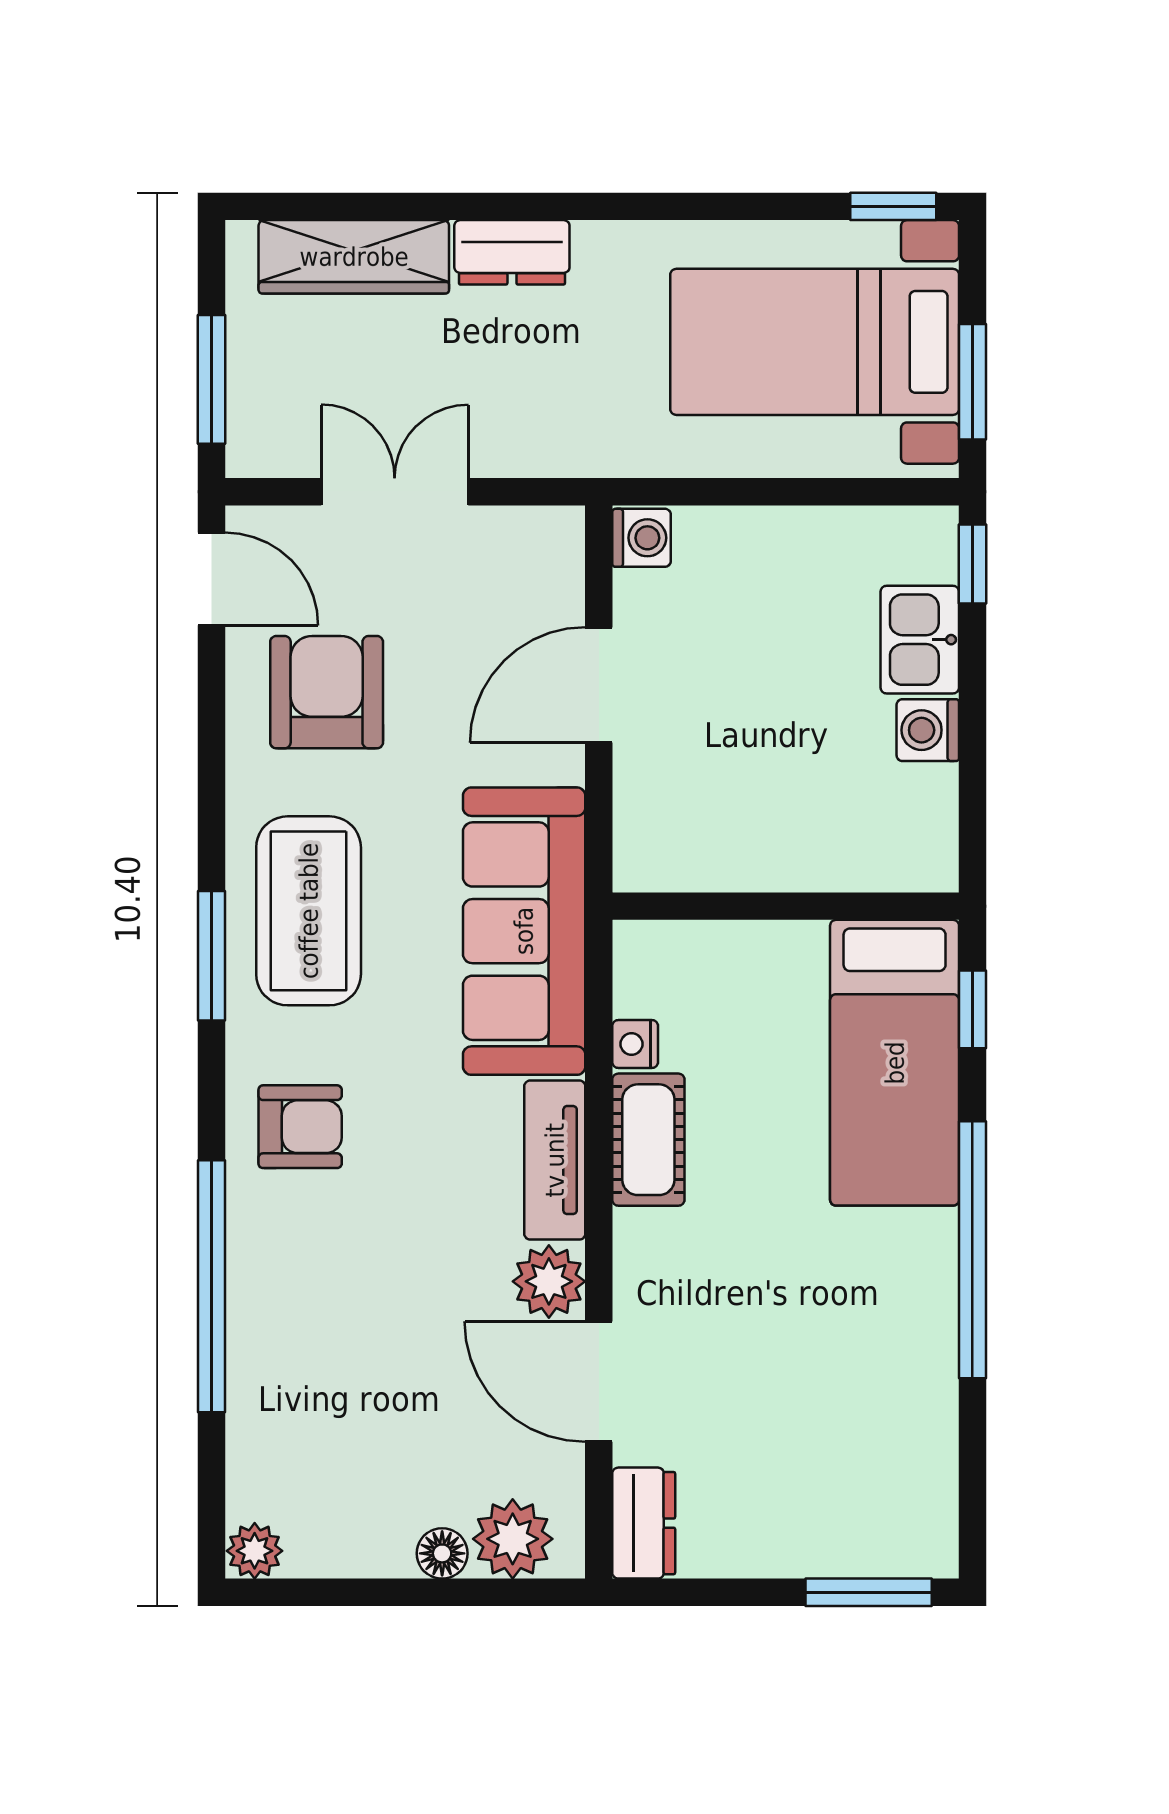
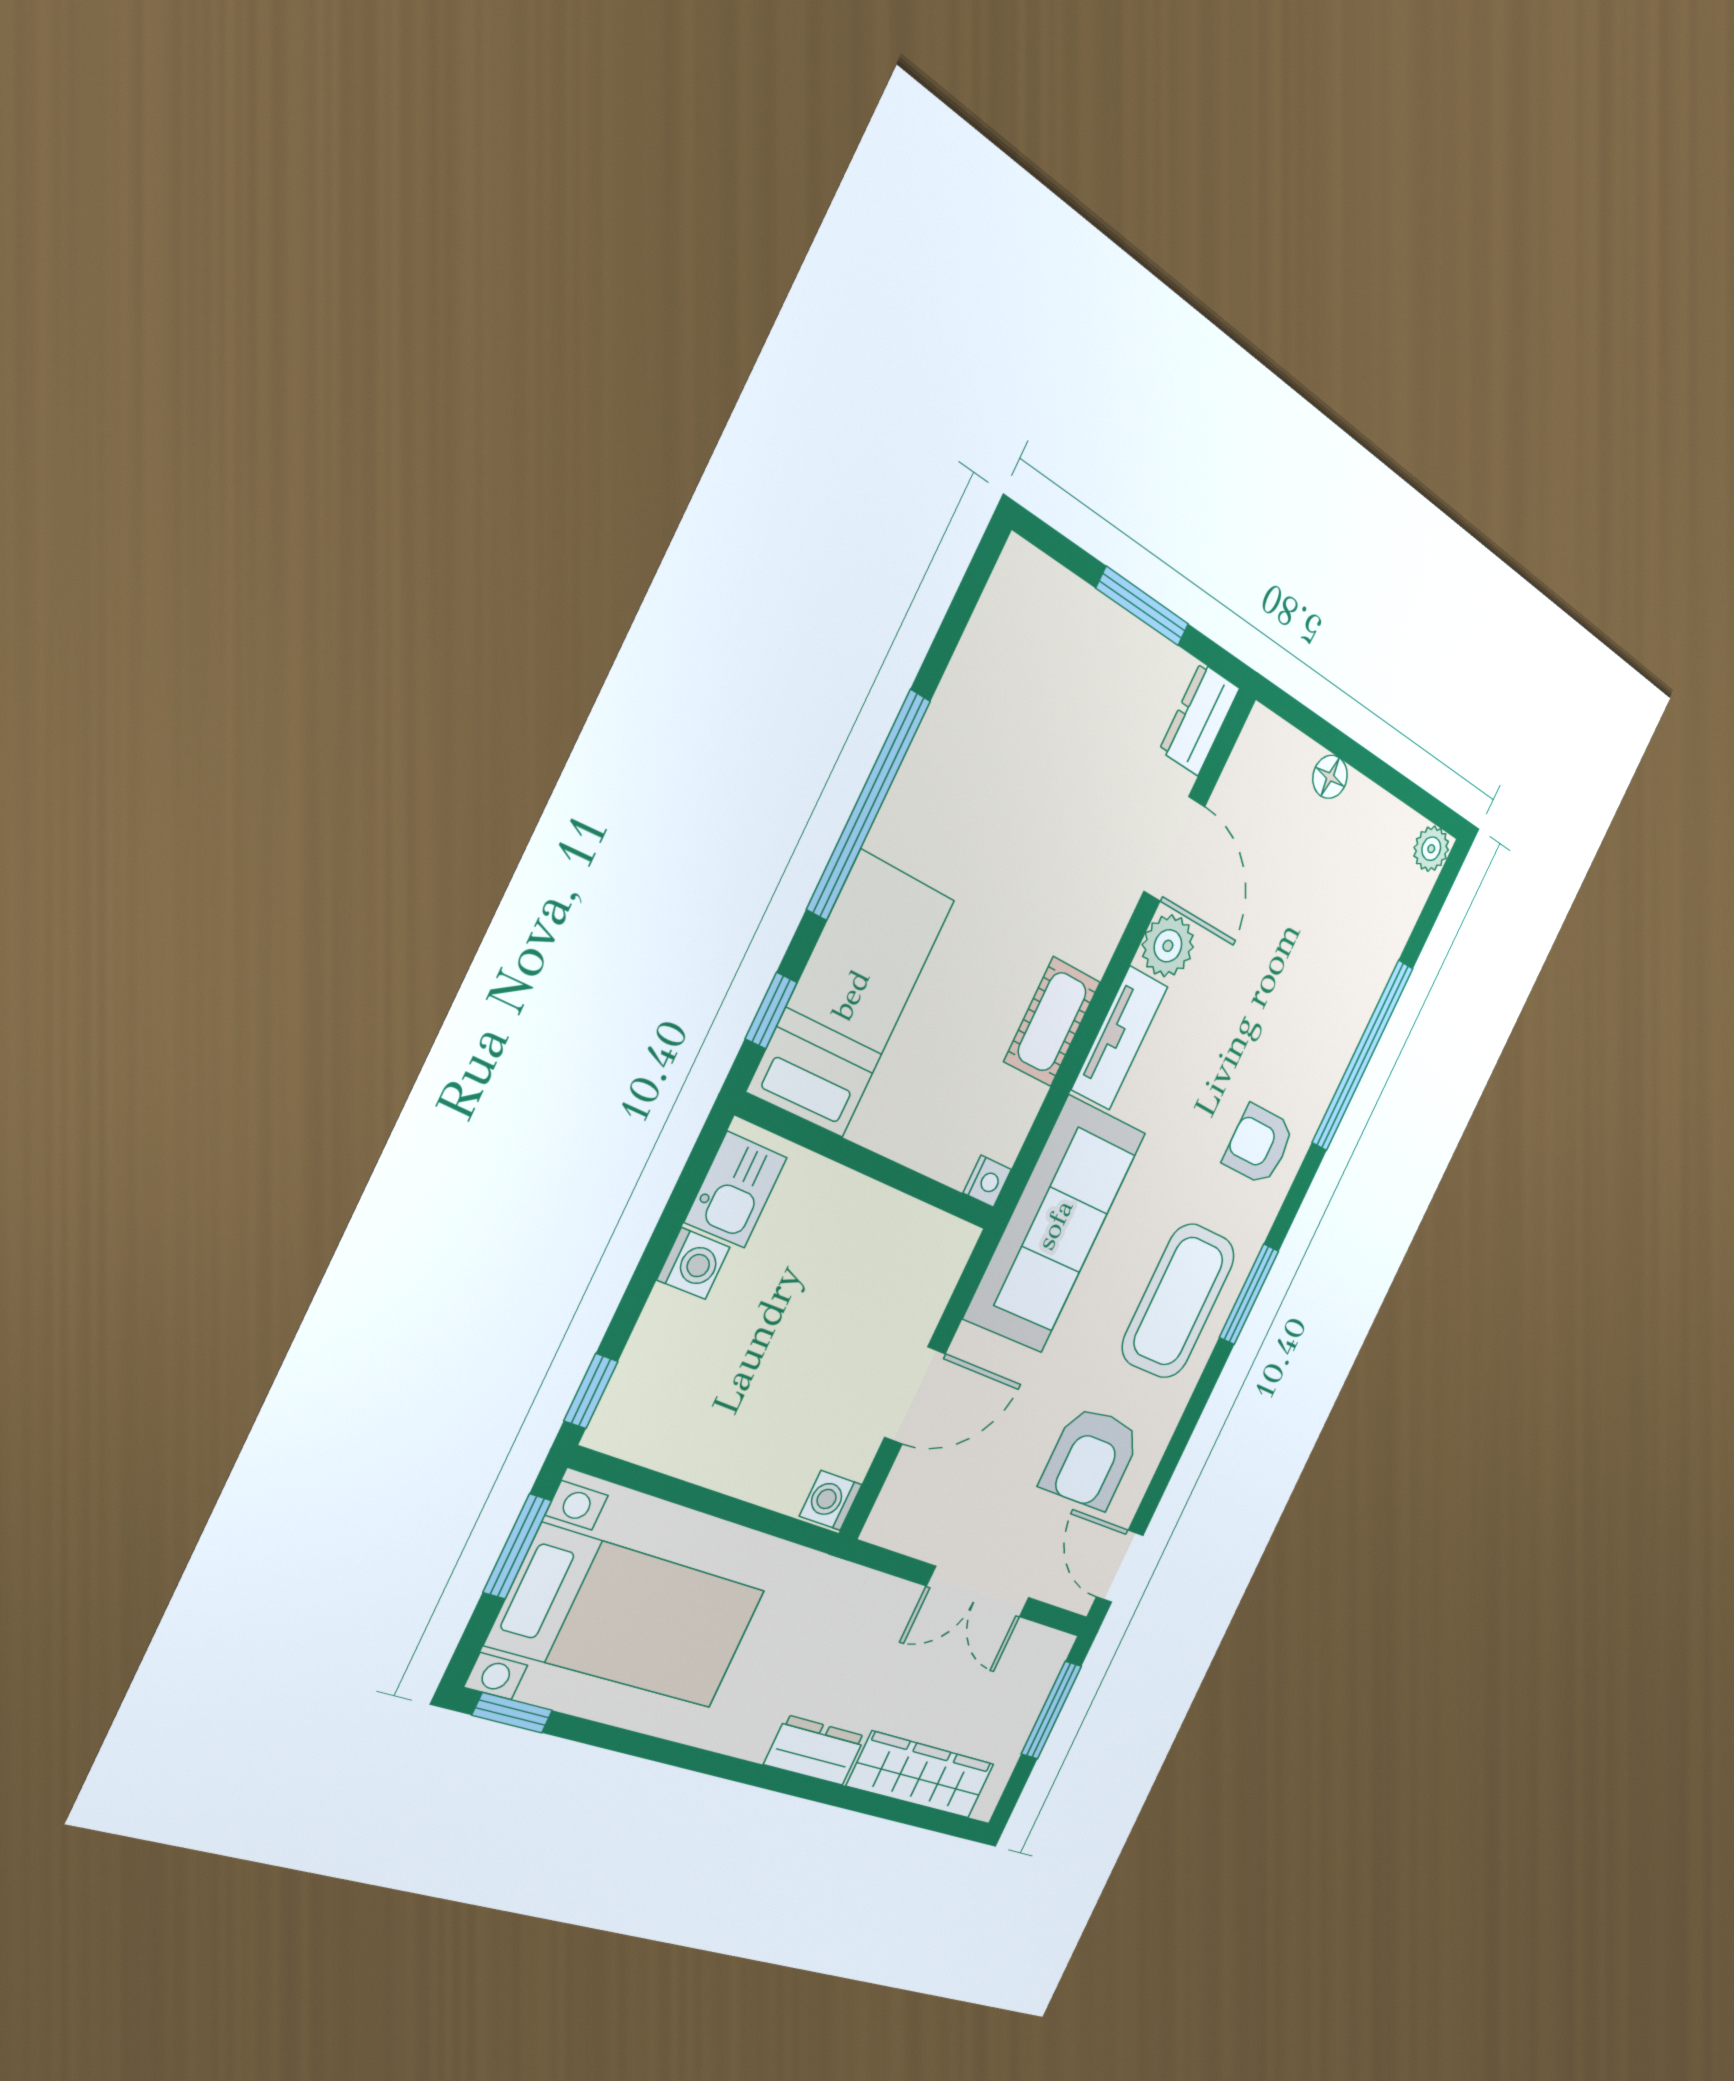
kitchen sink: (920, 640) -> (736, 1190), moved
nightstand: (635, 1044) -> (987, 1181), moved
plant: (513, 1539) -> (1284, 760), removed
window: (869, 1592) -> (1143, 606), moved

